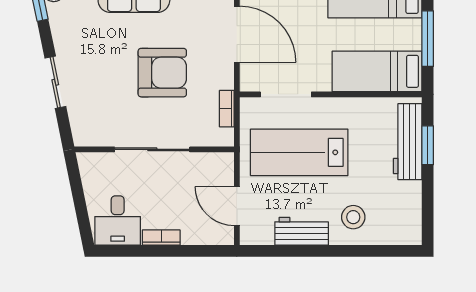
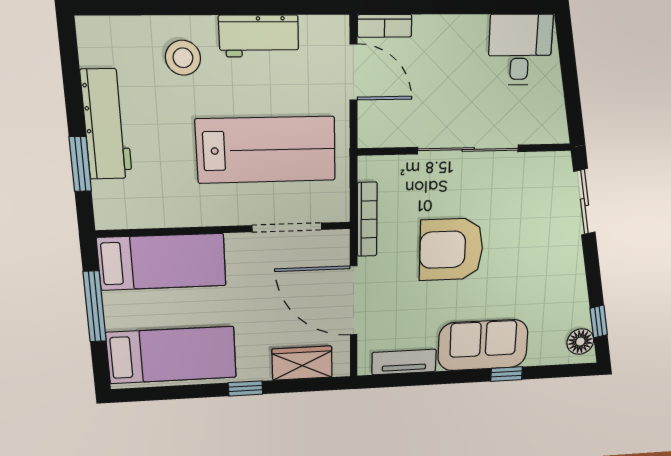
sliding door: (55, 82) -> (584, 202), moved
bookcase: (227, 109) -> (367, 219), width x1.56
workbench: (408, 142) -> (106, 125), moved
bookcase: (161, 238) -> (385, 26), moved

